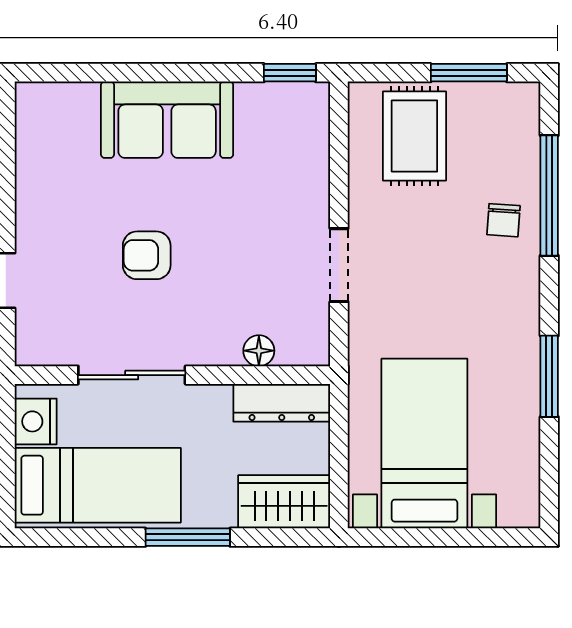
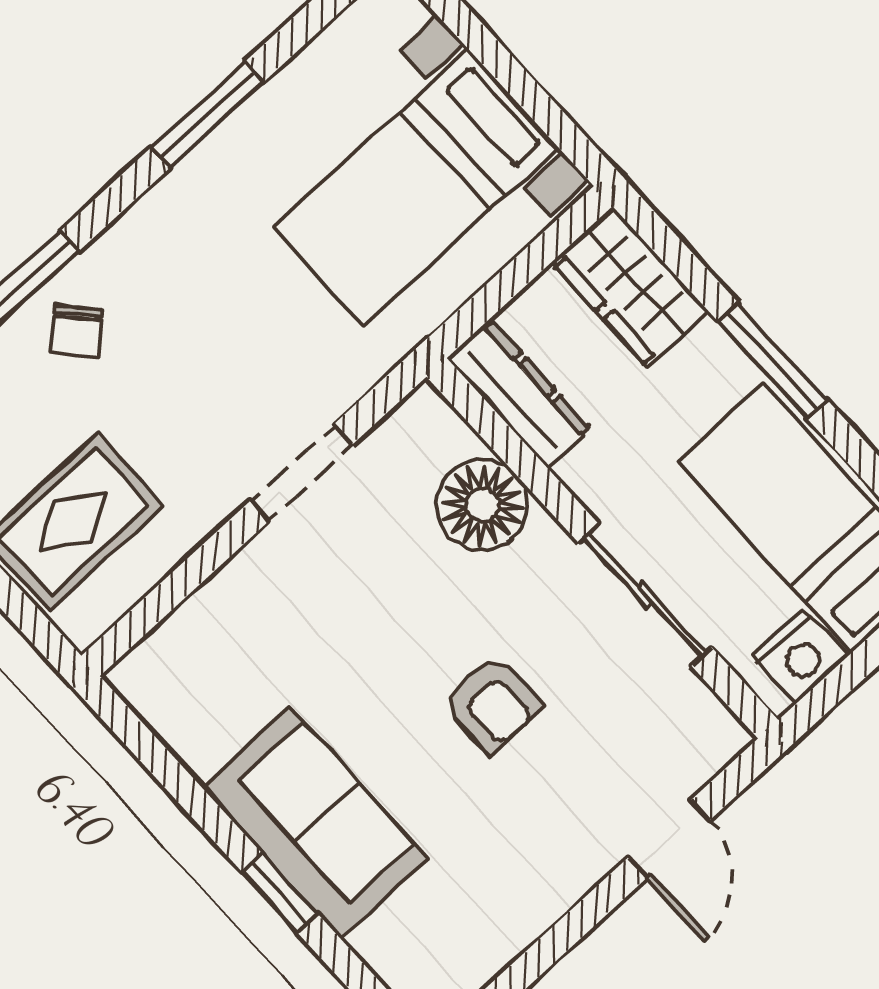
window: (290, 73) -> (280, 893), moved
chair: (503, 220) -> (76, 331), turned 134
floor lamp: (259, 351) -> (482, 505), width x1.89, depth x1.89

